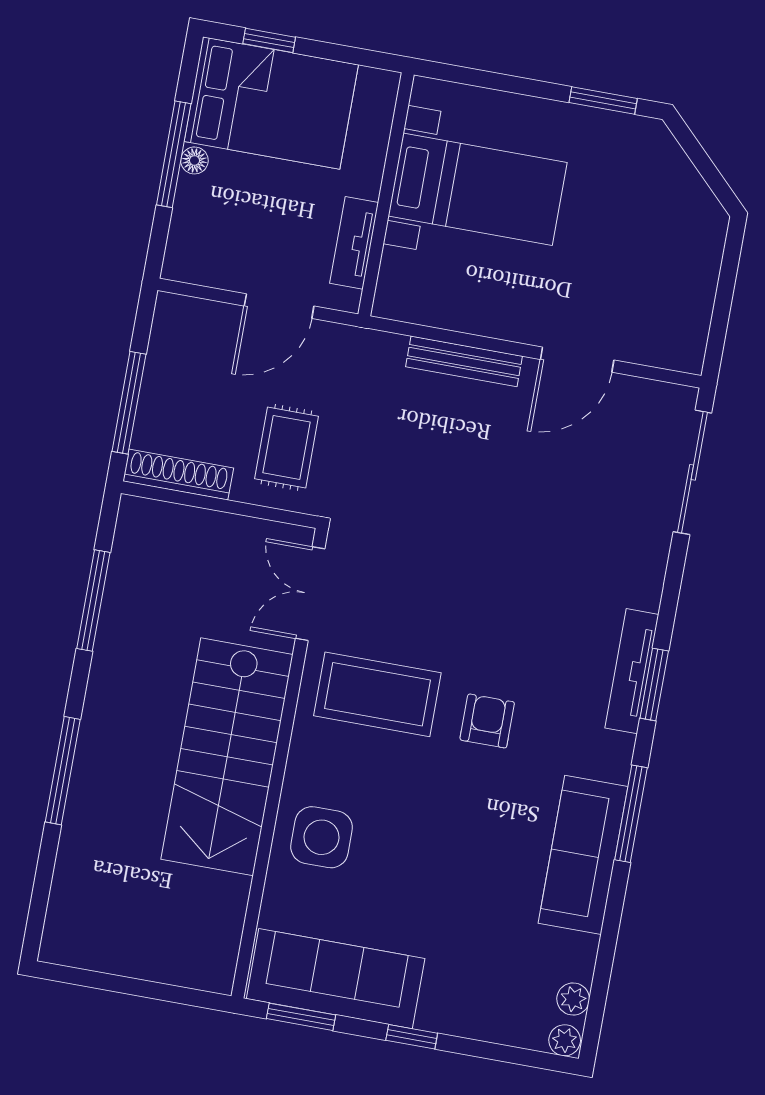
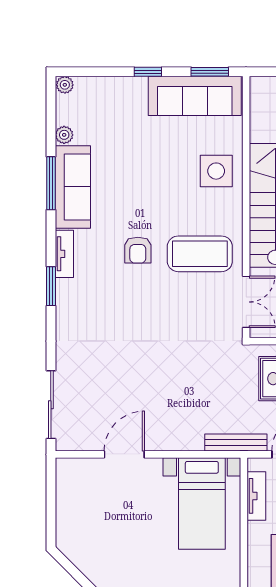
bed with nightstands: (478, 189) -> (202, 504), moved, turned -90
bench: (464, 361) -> (236, 442), moved
tv unit: (632, 671) -> (64, 254), moved, width x0.71
window: (631, 814) -> (51, 183), moved
plant: (573, 999) -> (64, 135), moved

